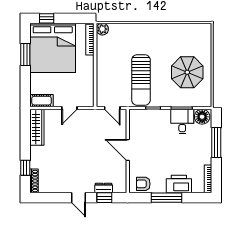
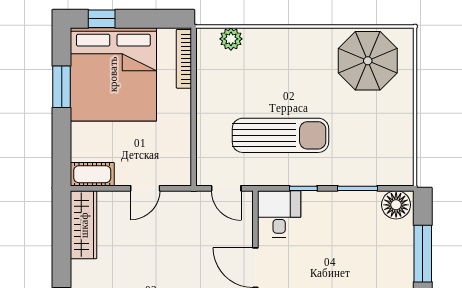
plant: (102, 29) -> (231, 39), moved
parasol: (187, 72) -> (368, 61), moved
sun lounger: (141, 80) -> (280, 135), turned -90
desk: (182, 121) -> (279, 214), moved

